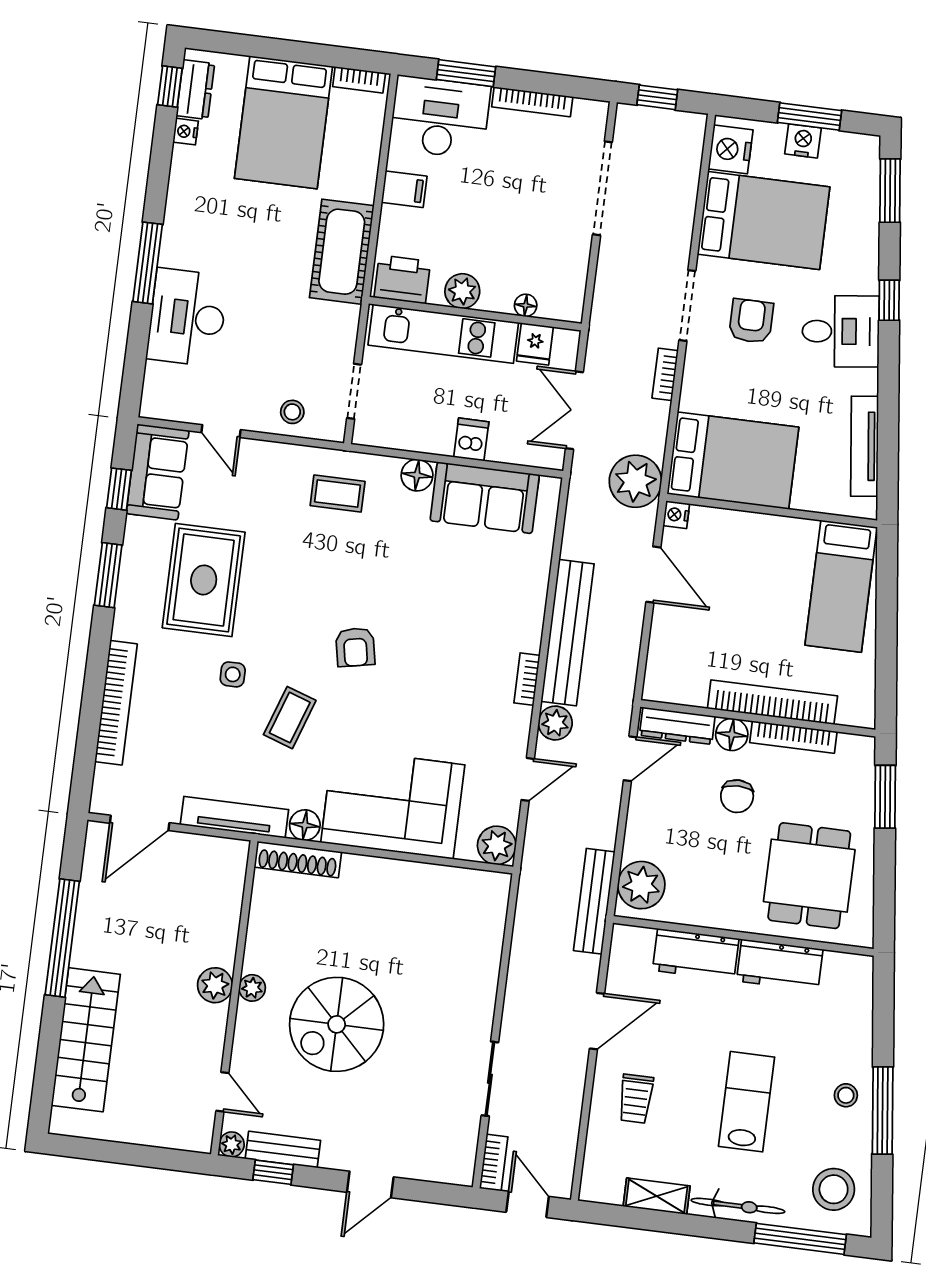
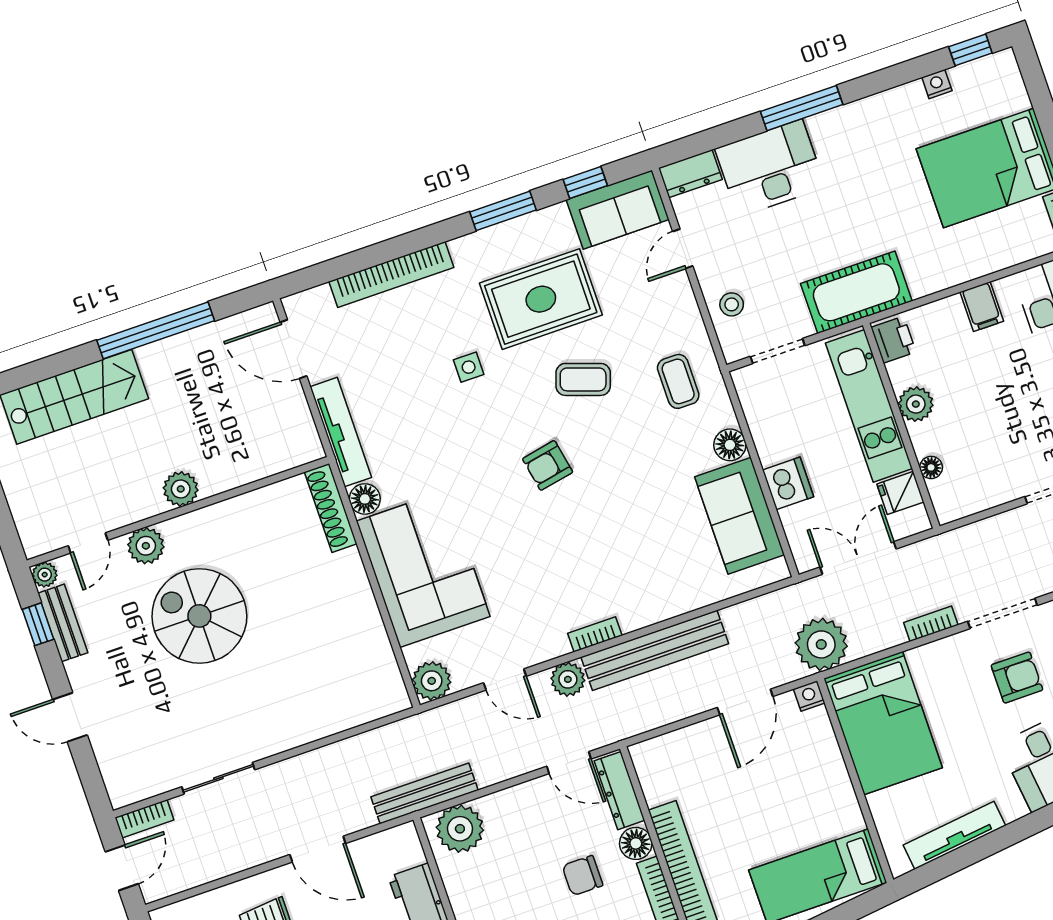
dresser: (195, 90) -> (690, 174), moved
cot: (342, 252) -> (856, 292), moved
printer: (402, 279) -> (894, 340), width x0.73, depth x0.81
dishwasher: (471, 439) -> (788, 483), width x1.38
coffee table: (290, 718) -> (583, 379), moved
plant: (252, 988) -> (146, 546), moved, width x1.38, depth x1.38

